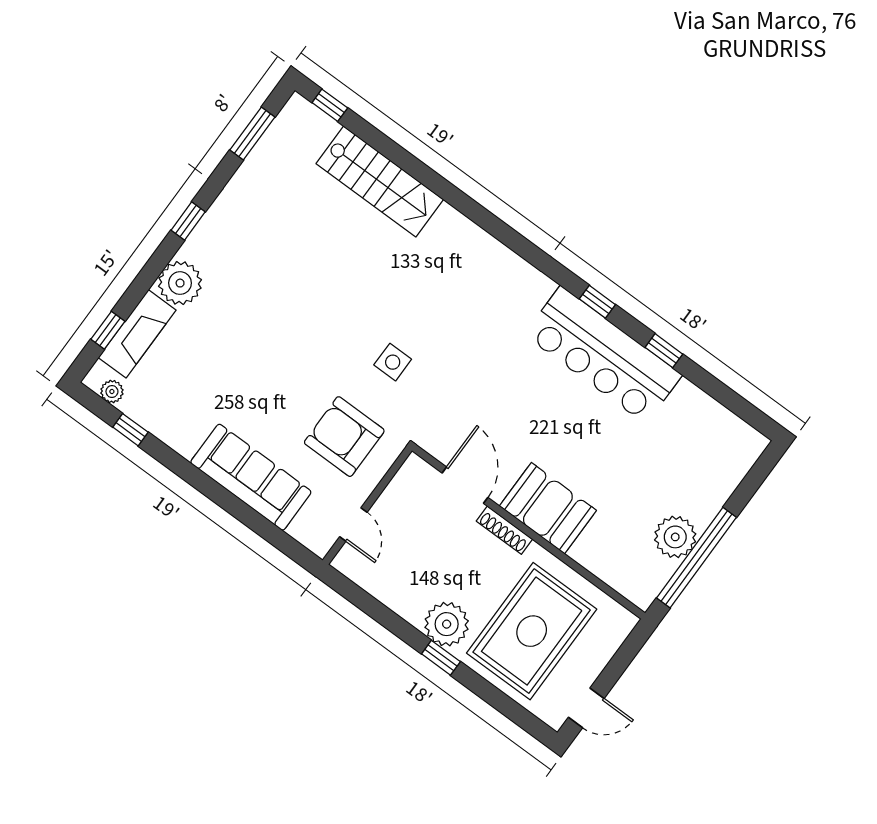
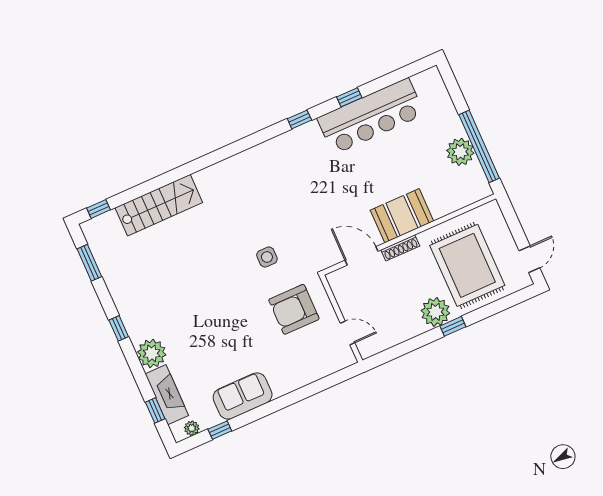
bar counter: (603, 355) -> (371, 116), moved
sofa: (251, 477) -> (243, 396), moved, width x0.73

